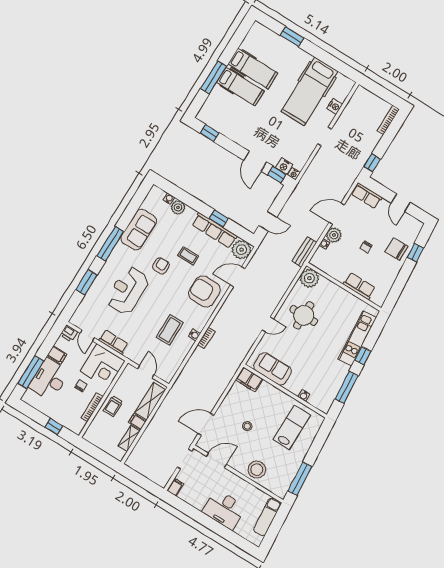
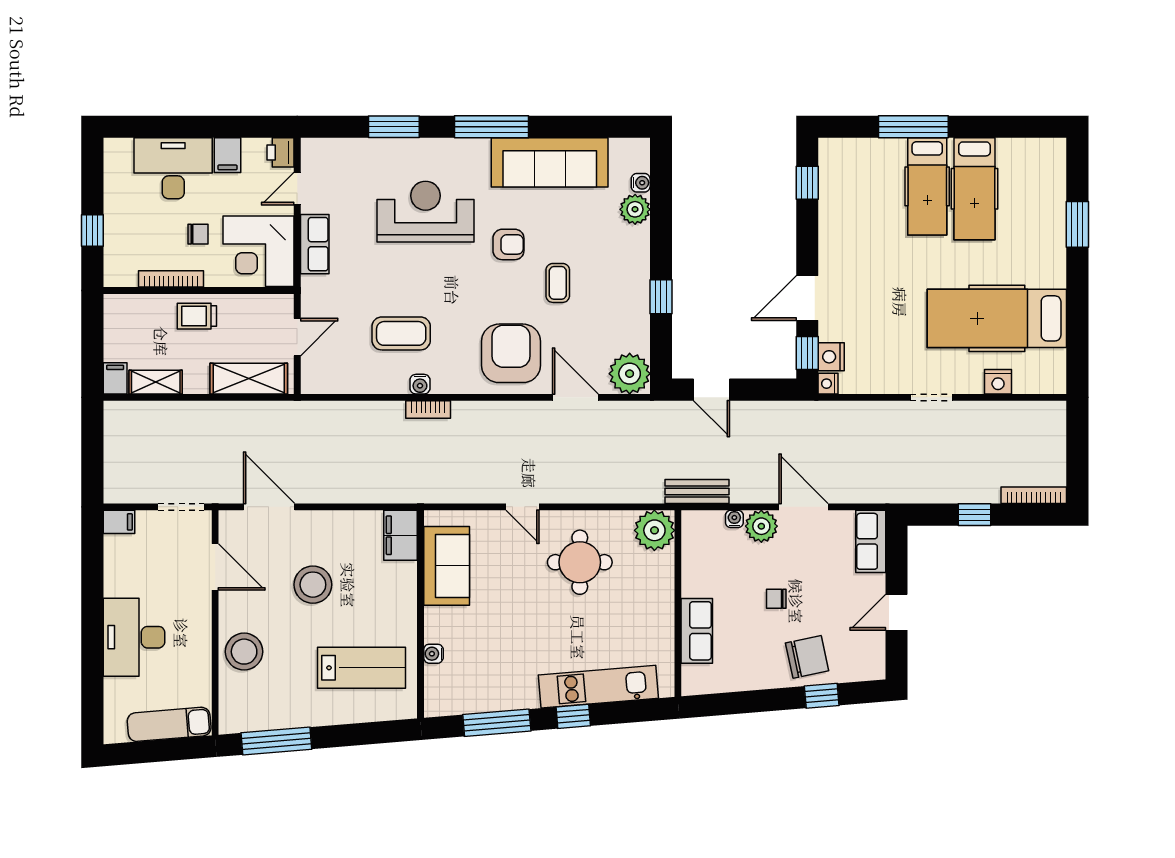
window: (372, 163) -> (975, 515), moved
sofa: (139, 230) -> (550, 162), width x1.36
row of seats: (214, 230) -> (634, 302), removed
chair: (397, 249) -> (807, 657), turned 78
window: (31, 372) -> (166, 127), removed
filing cabinet: (137, 422) -> (115, 378), moved
stool: (247, 426) -> (313, 585), width x1.89, depth x1.89

